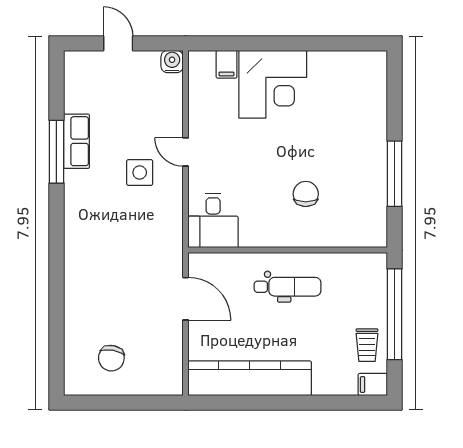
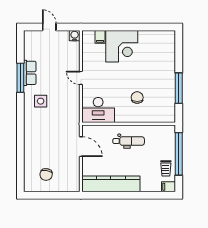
side table: (140, 173) -> (41, 101), moved
desk: (213, 221) -> (98, 110), width x1.37

